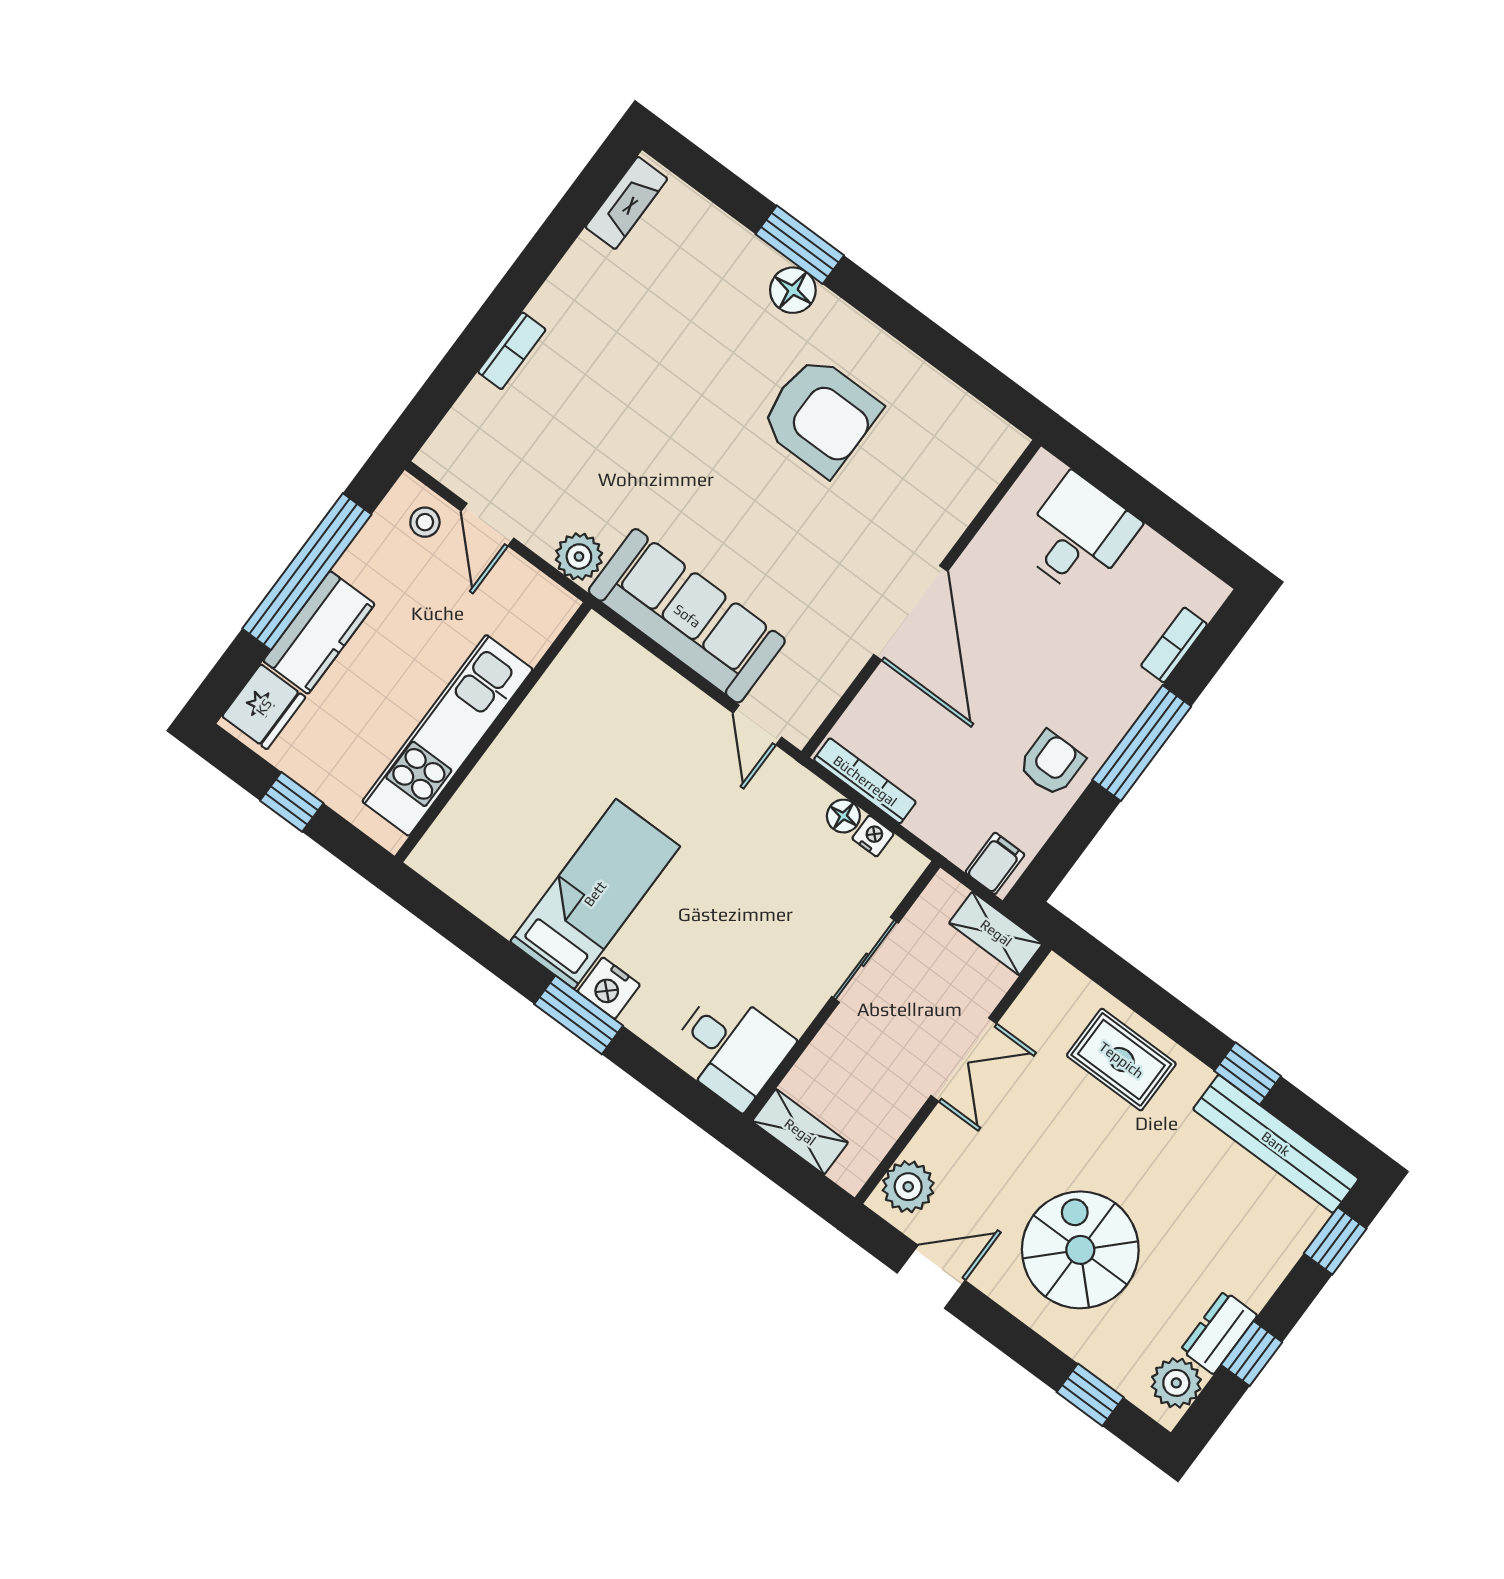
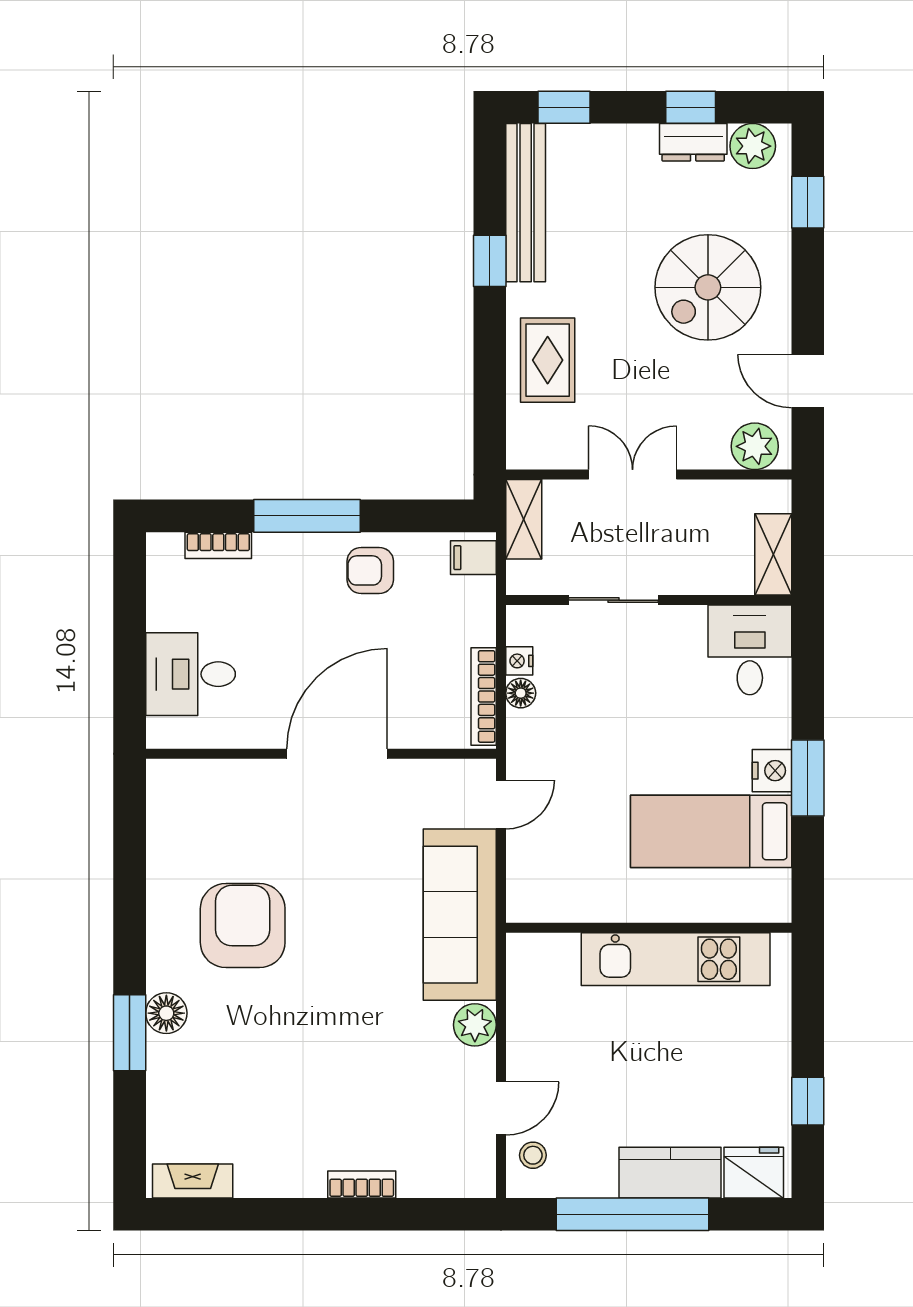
wall: (493, 732) -> (649, 928), moved
kitchen unit: (447, 735) -> (676, 959), moved

